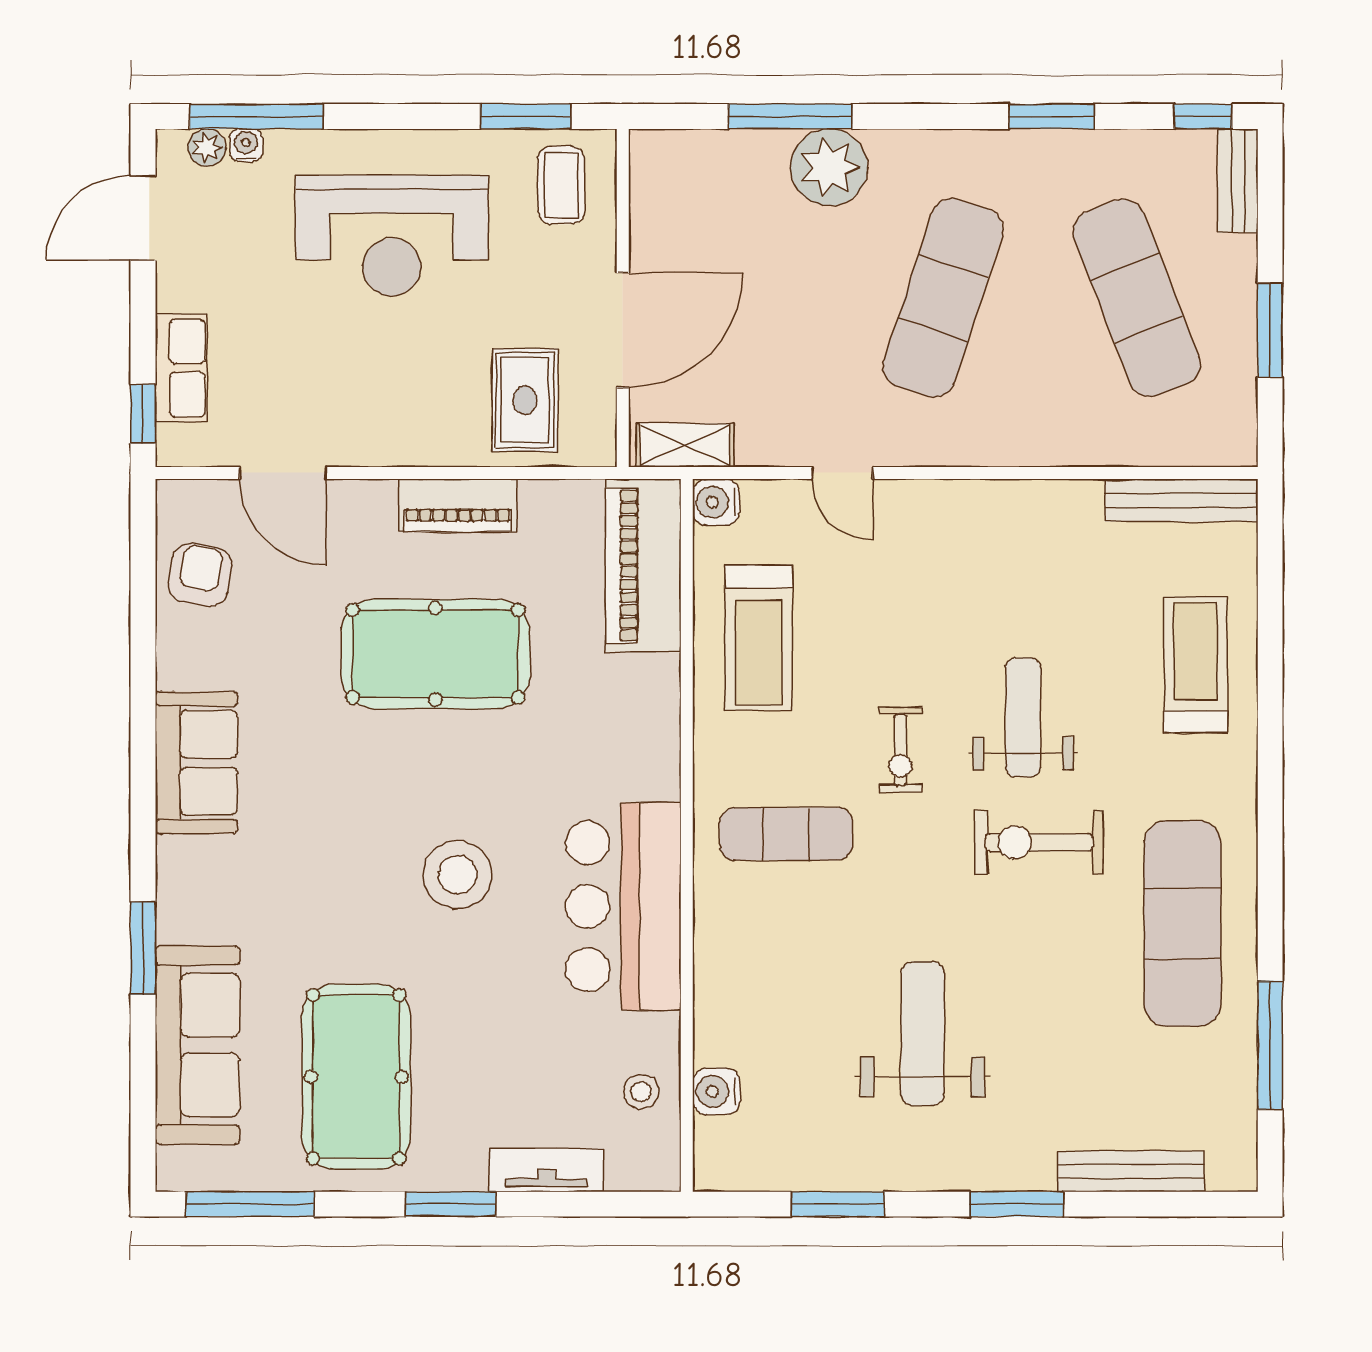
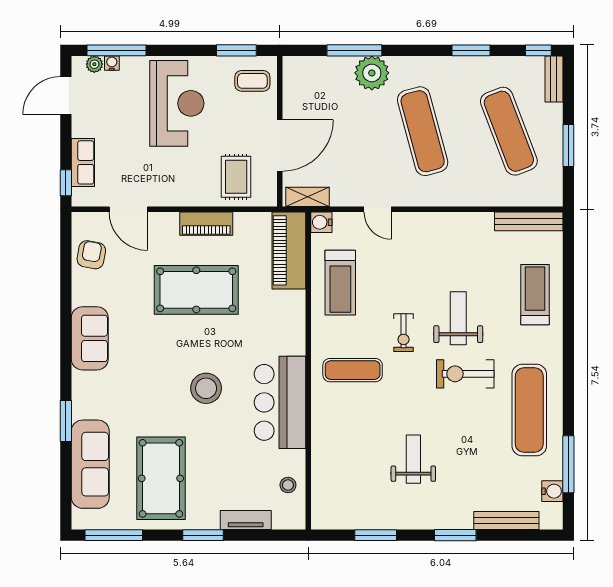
coffee table: (561, 185) -> (252, 81), turned 90
reception desk: (392, 236) -> (177, 103), turned -90
exercise mat: (943, 298) -> (423, 131), turned -33
weight bench: (922, 1034) -> (413, 459), width x0.73, depth x0.75
water cooler: (716, 1091) -> (552, 491), moved, turned 180

